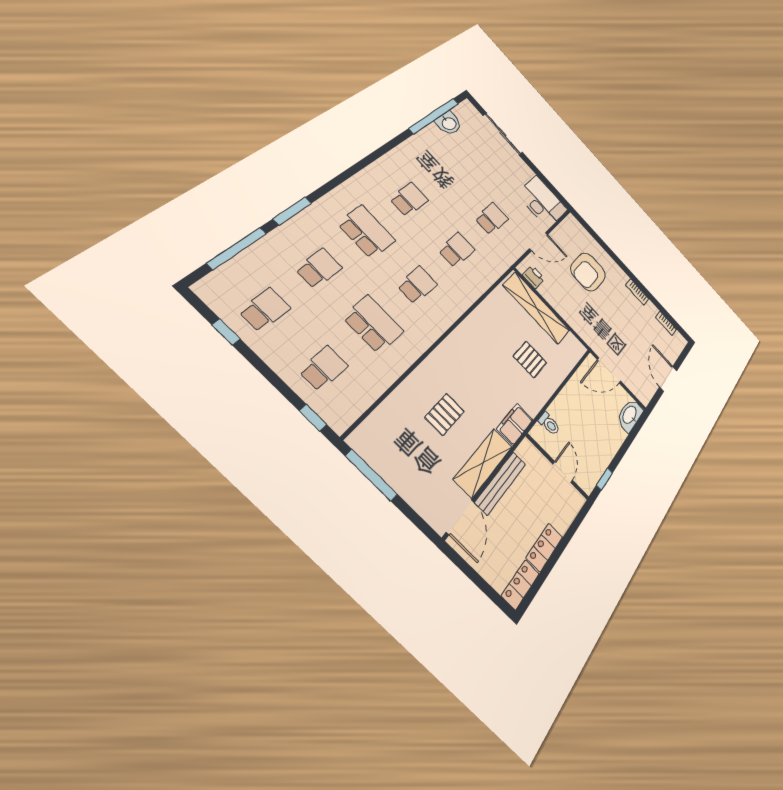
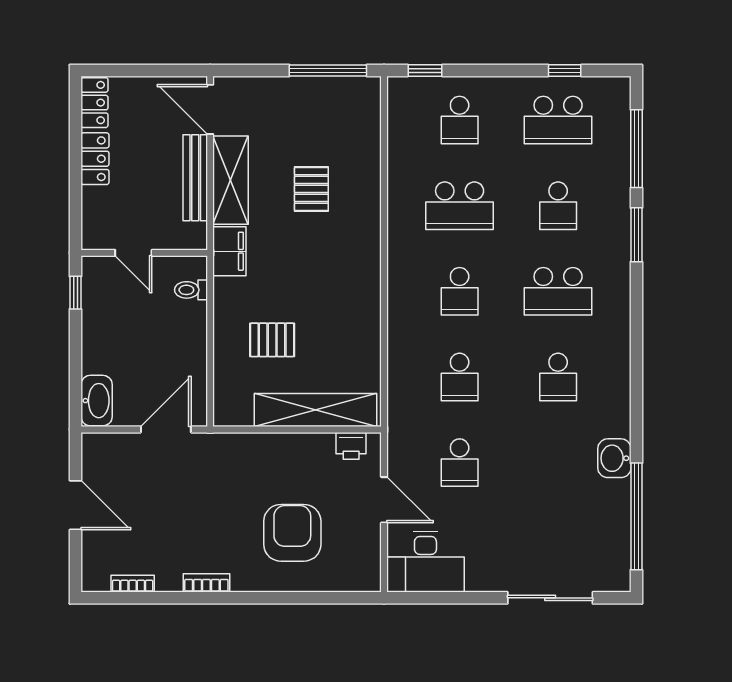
washbasin: (449, 123) -> (614, 458), moved
door: (539, 242) -> (384, 500), swing flipped
school desk: (265, 310) -> (558, 120), width x1.85

